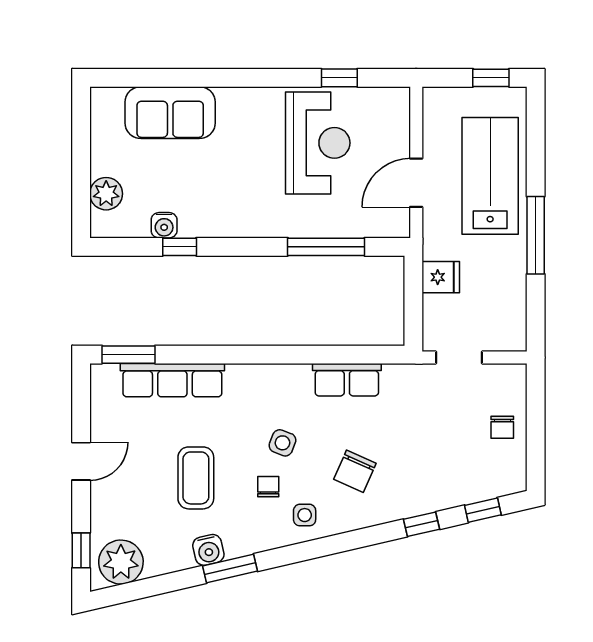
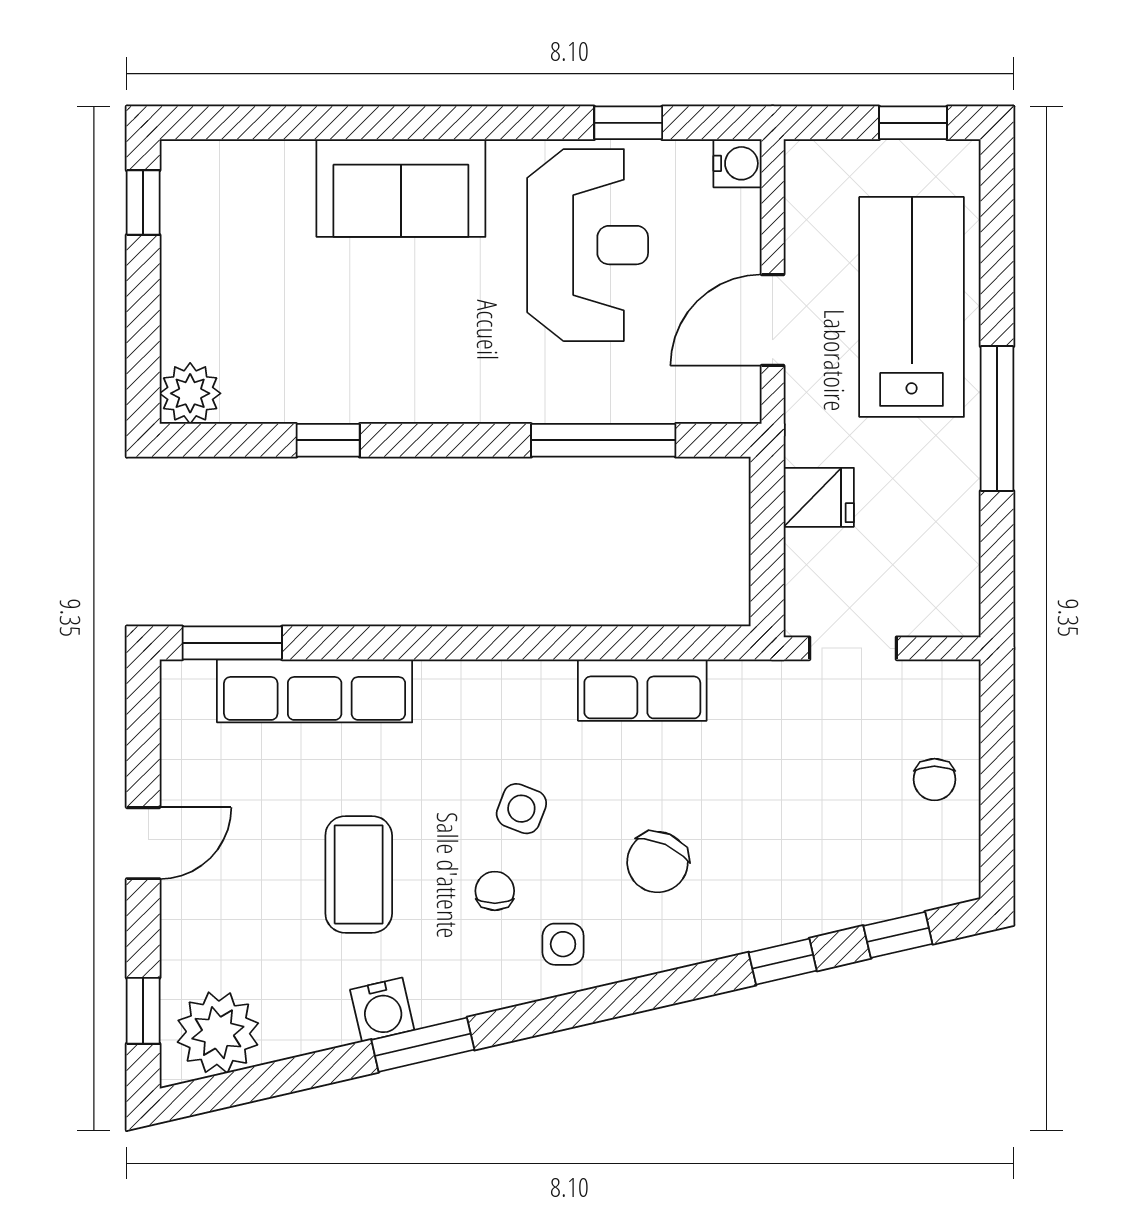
sofa: (170, 113) -> (401, 188), moved
window: (81, 120) -> (143, 203), added
plant: (106, 194) -> (190, 393), moved
water cooler: (164, 225) -> (738, 163), moved, turned -90

